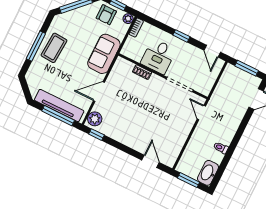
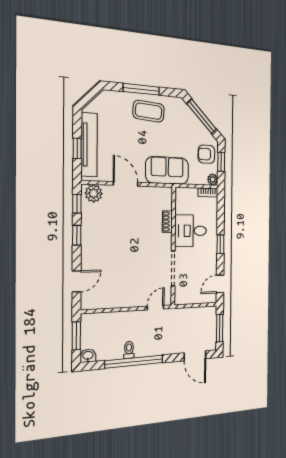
window: (58, 116) -> (77, 148), width x0.46
window: (118, 145) -> (77, 235), added
window: (232, 148) -> (134, 362), added
washbasin: (208, 173) -> (88, 356), width x0.52, depth x0.69

